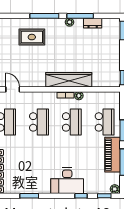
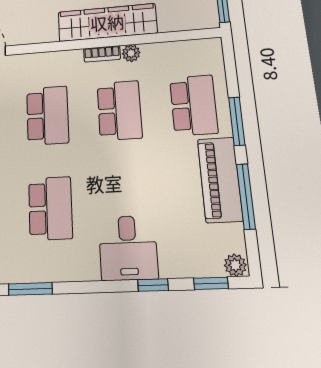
school desk: (39, 163) -> (50, 208), added
desk: (67, 181) -> (128, 248), width x0.73

